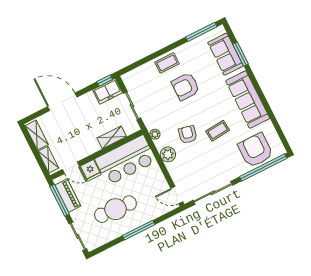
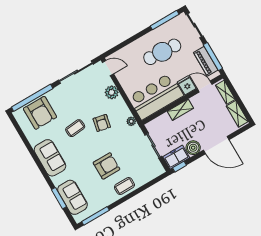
sofa: (248, 100) -> (50, 158), width x0.73
boiler: (88, 101) -> (193, 148), added
shelving: (112, 137) -> (180, 110), moved
plant: (168, 154) -> (112, 92), moved
window: (139, 230) -> (165, 20), moved

